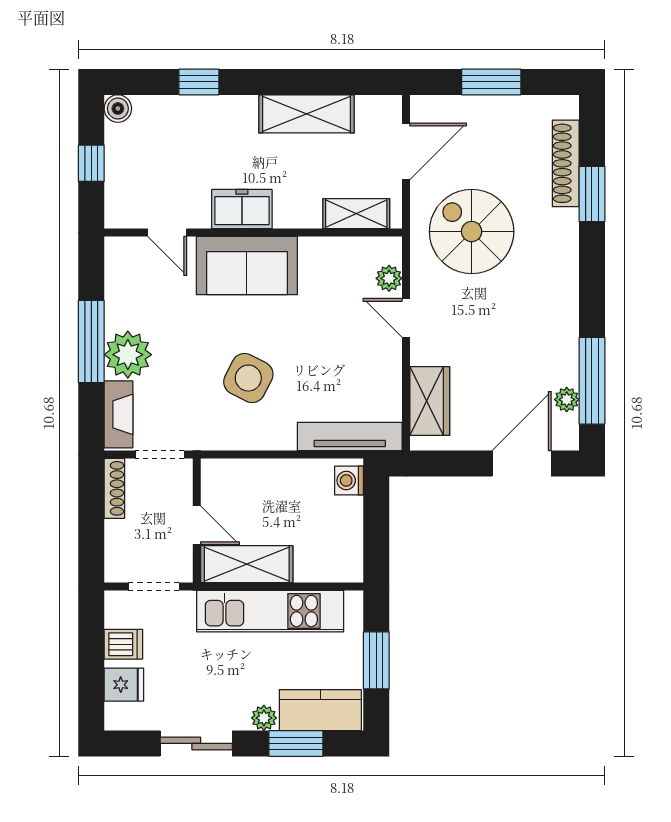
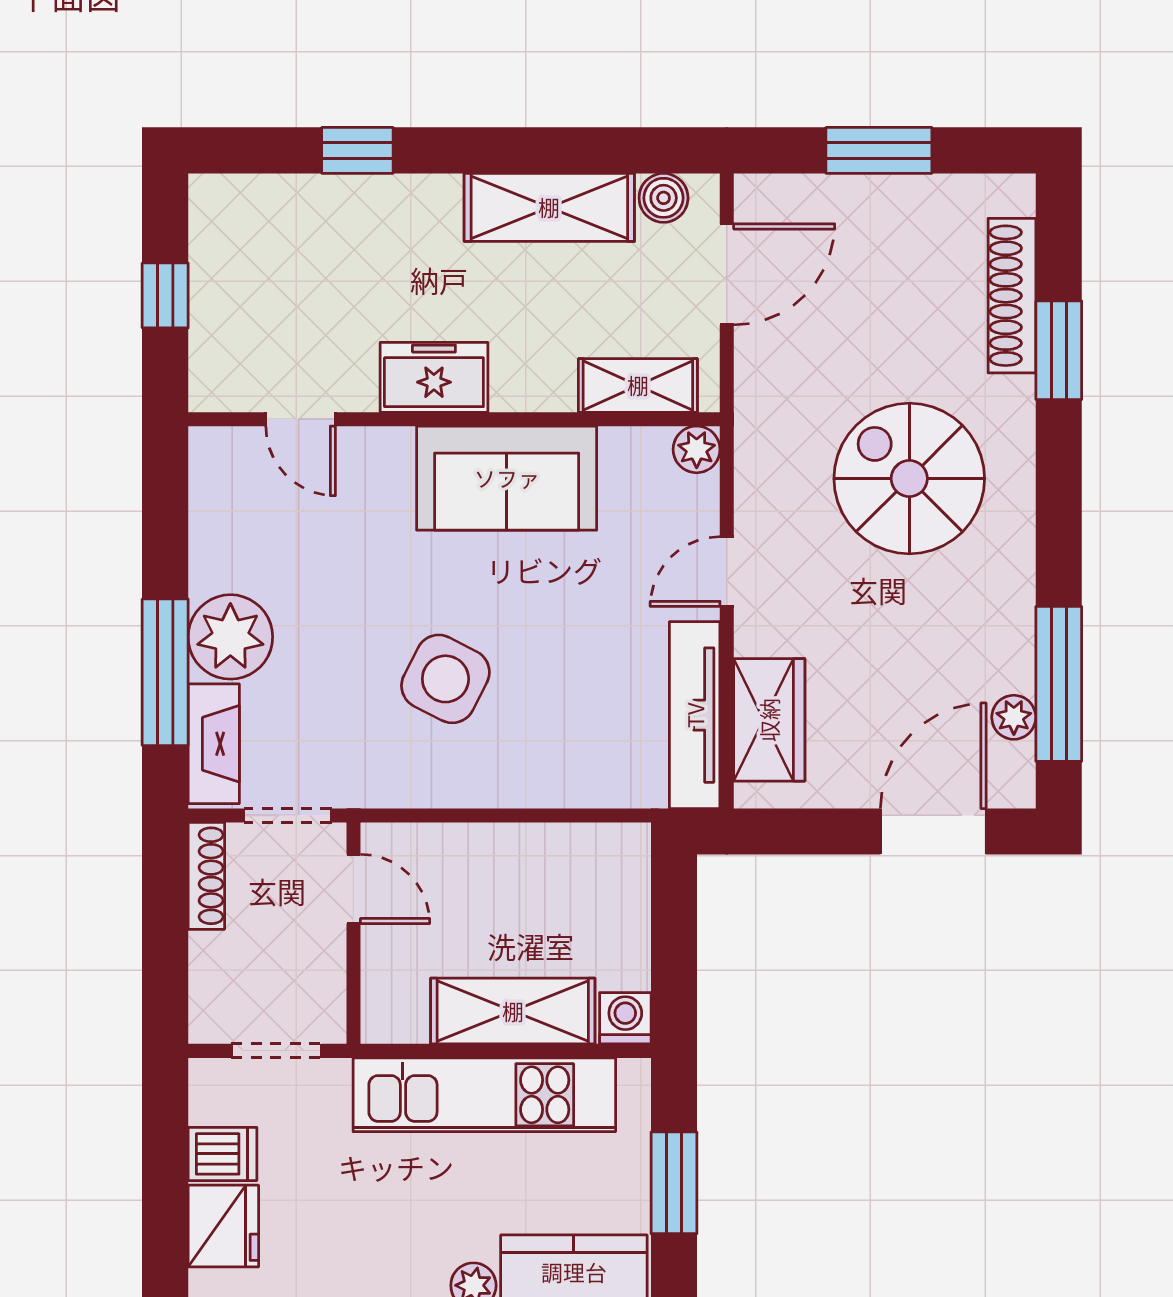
boiler: (118, 109) -> (664, 198), moved
spiral stairs: (472, 232) -> (909, 479), moved
sofa: (247, 266) -> (507, 478), moved
plant: (389, 278) -> (697, 449), moved
door: (406, 318) -> (727, 572), hinge flipped
window: (91, 342) -> (165, 672), moved
tv unit: (350, 436) -> (695, 715), moved, turned -90
washing machine: (349, 480) -> (625, 1018), moved, turned 90
door: (197, 525) -> (354, 889), moved
shelving: (247, 564) -> (513, 1011), moved
fridge: (124, 685) -> (223, 1226), width x1.38

